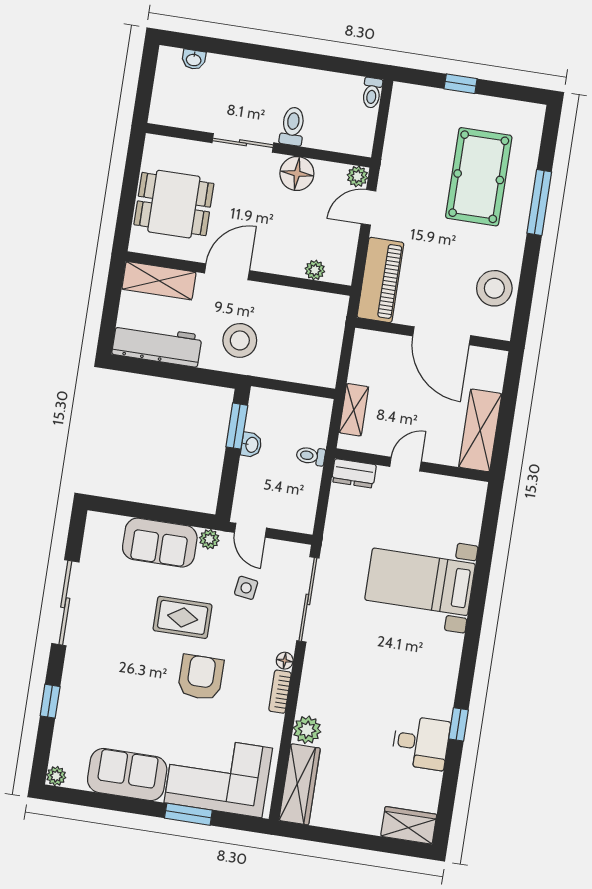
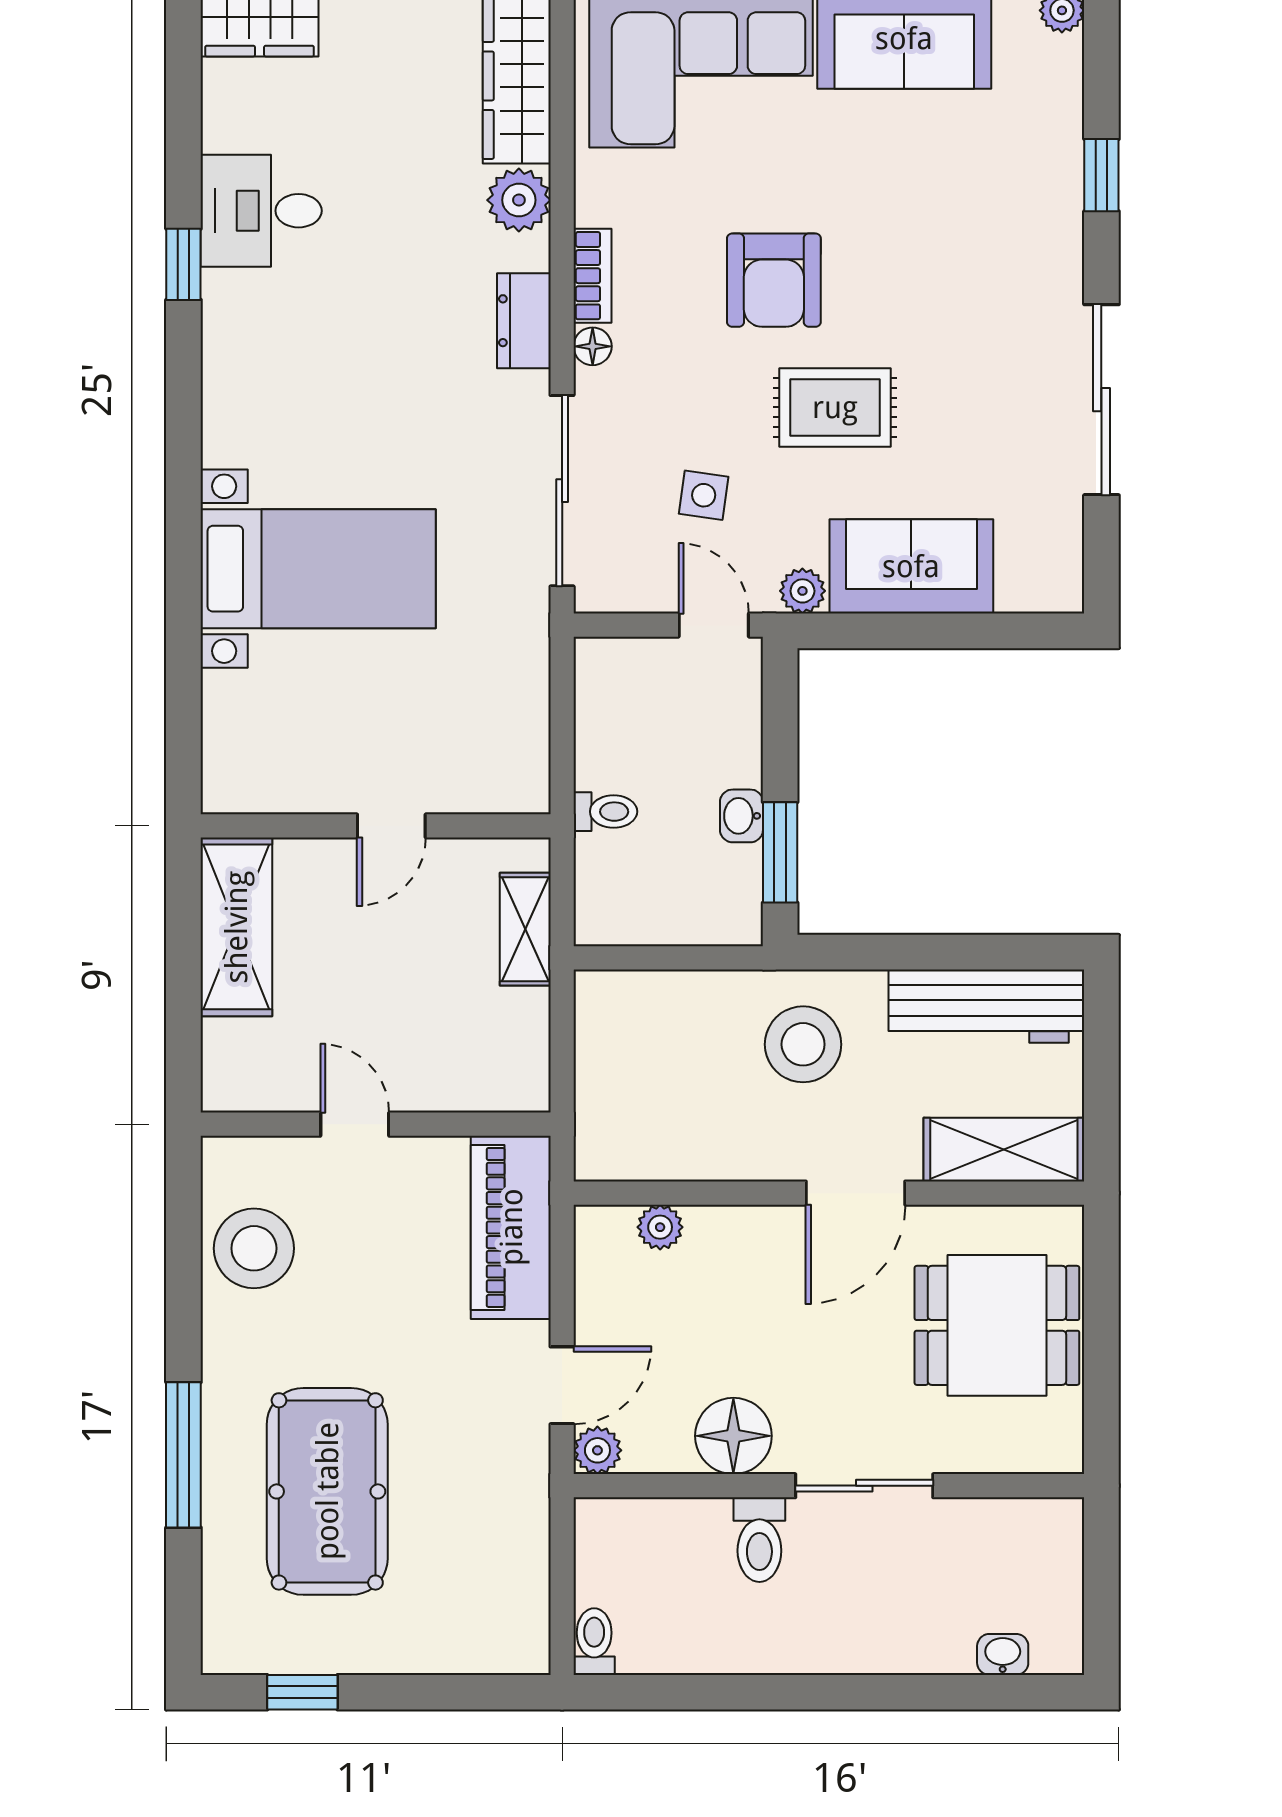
window: (461, 84) -> (302, 1692), moved
door: (442, 336) -> (355, 1124), width x0.53
dresser: (354, 473) -> (524, 321), moved, turned -90

